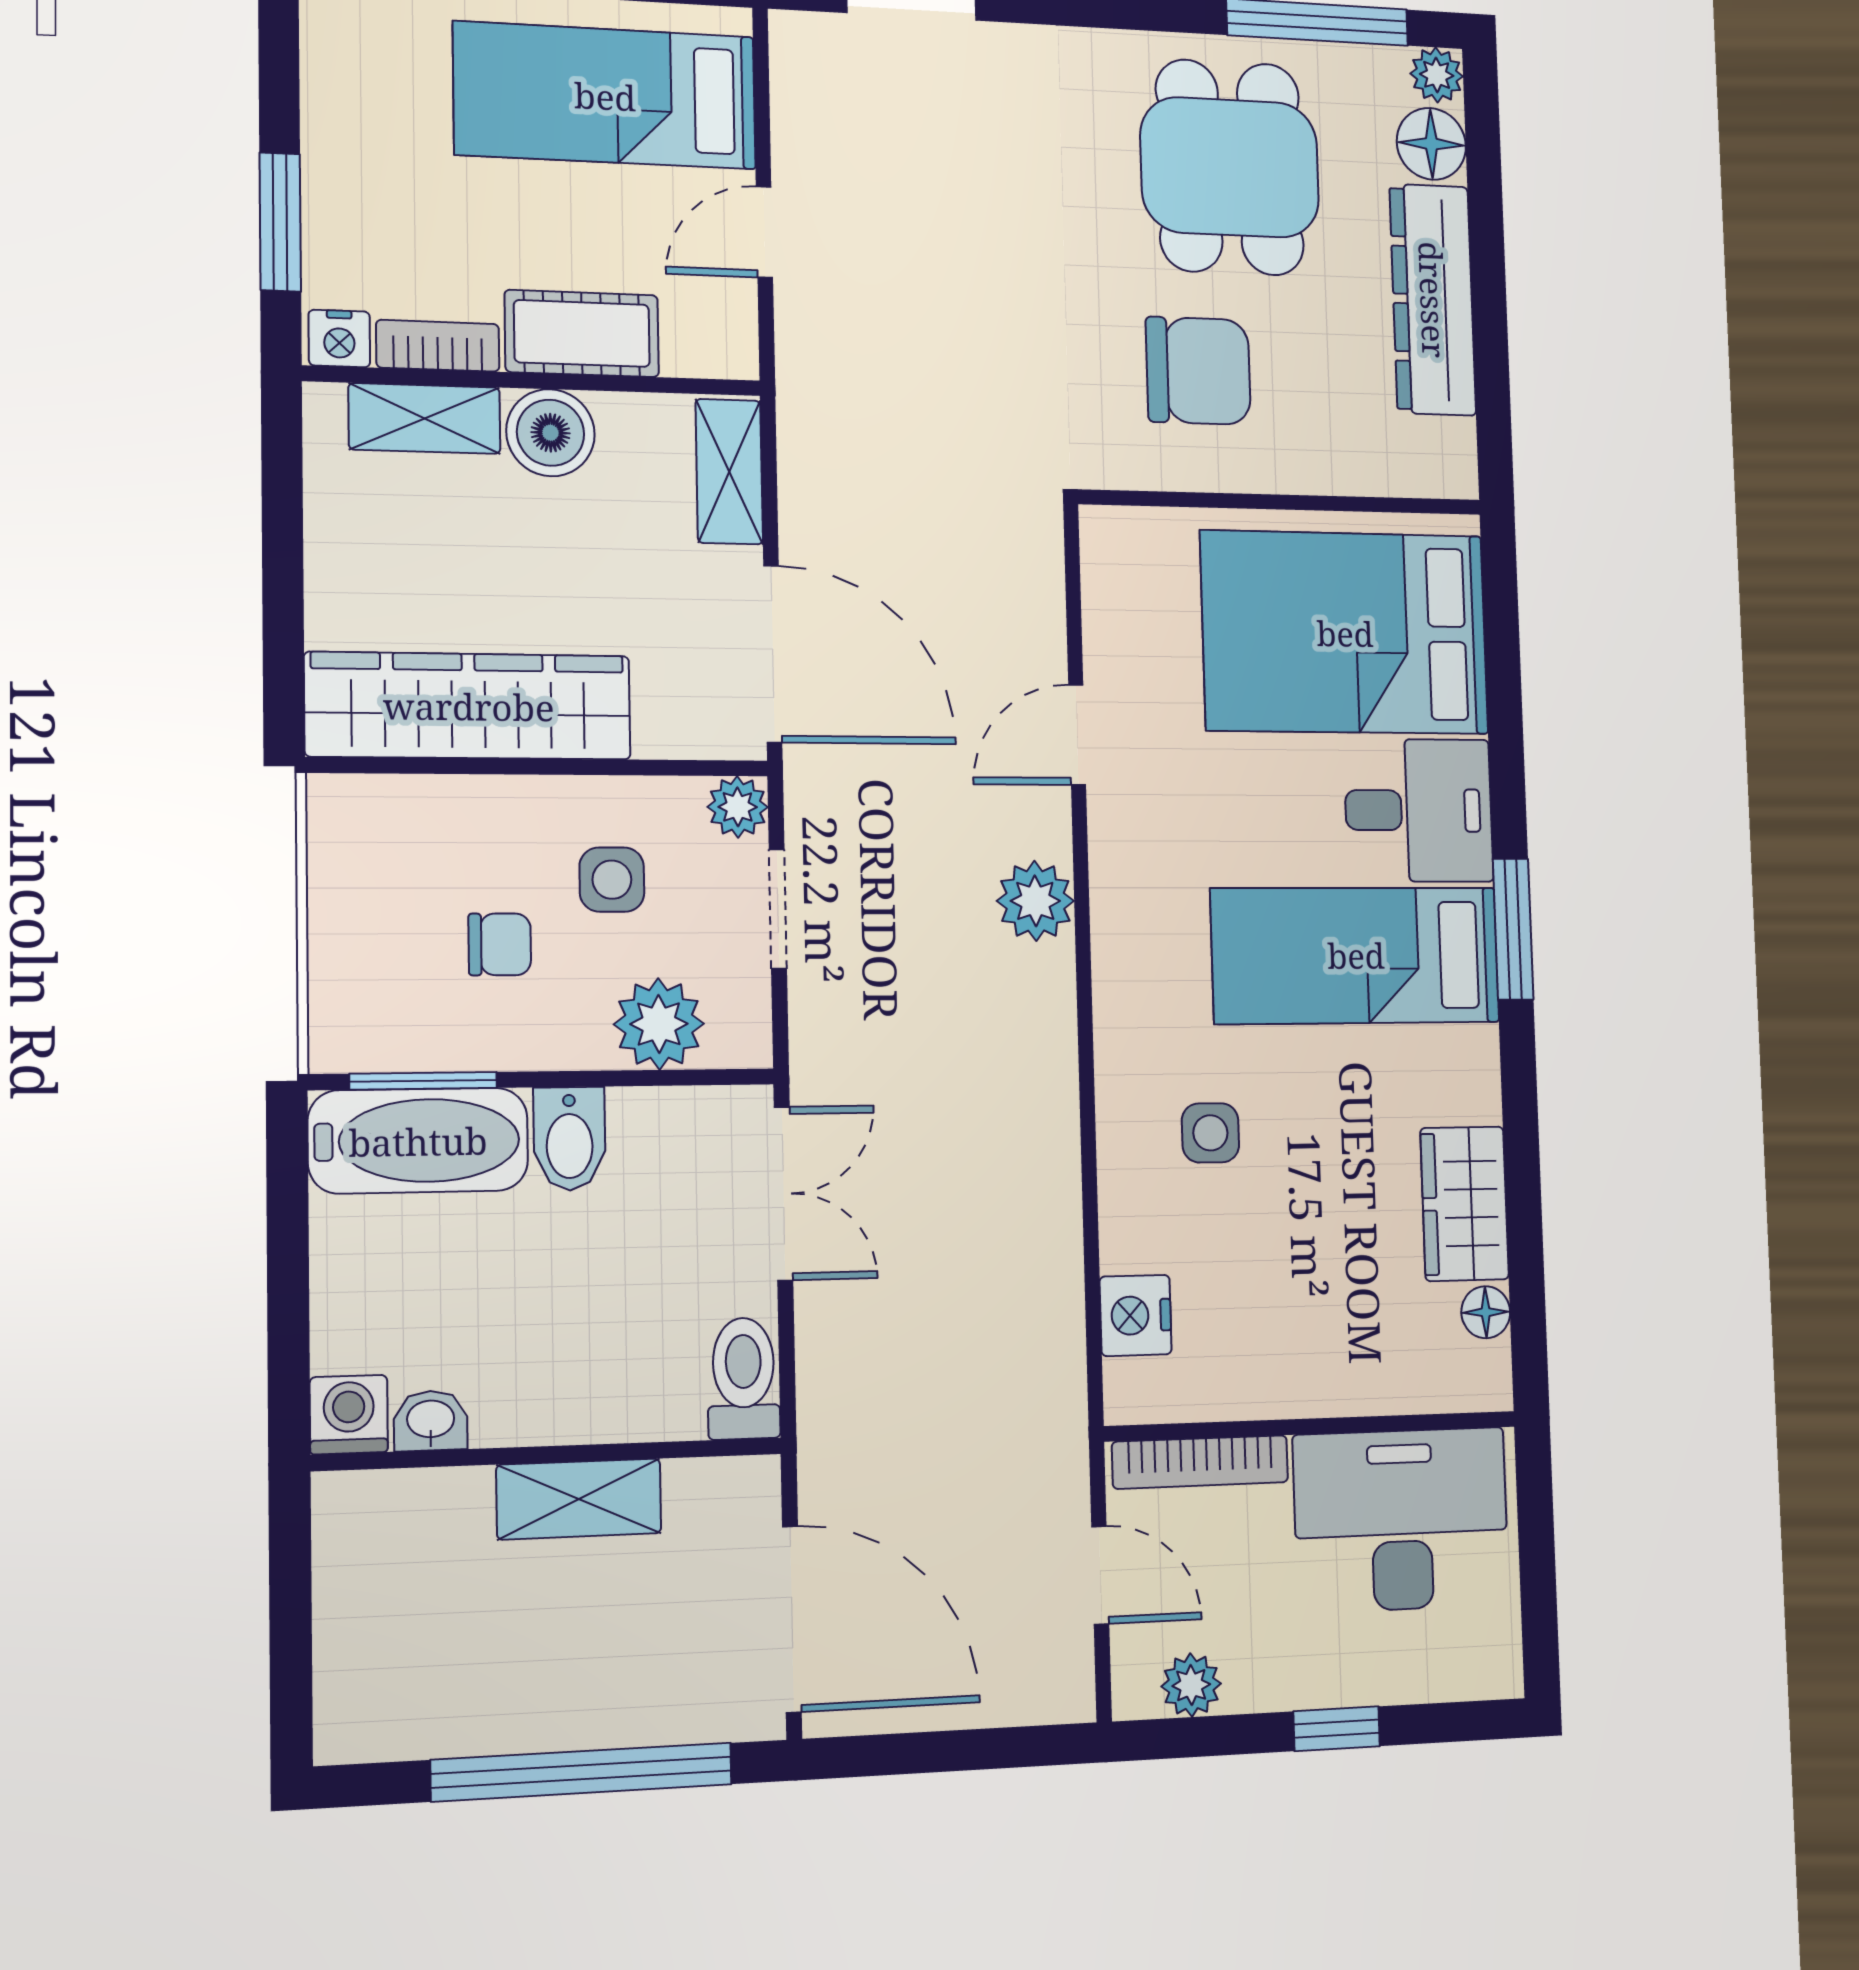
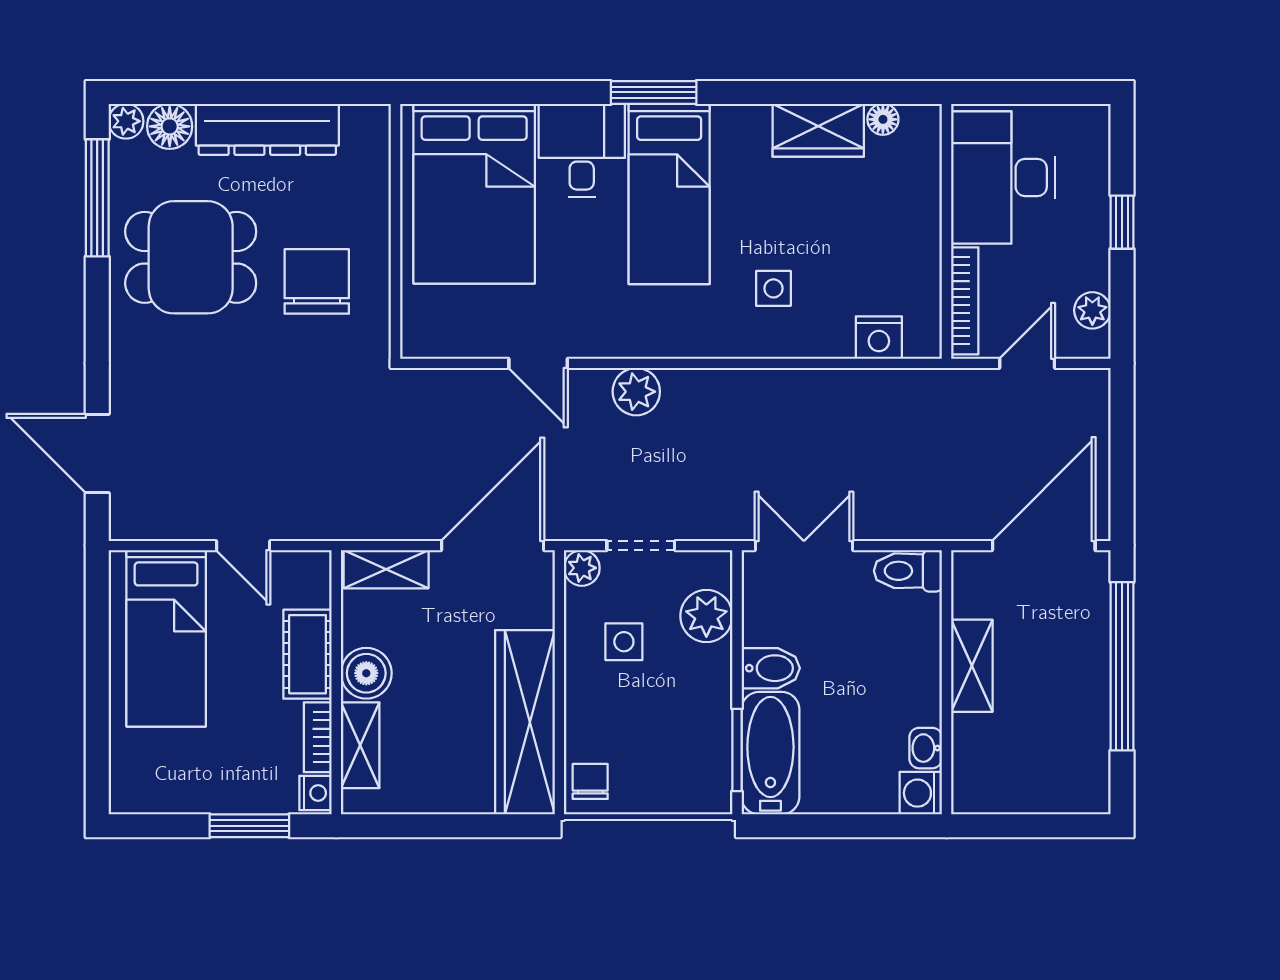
chair: (500, 944) -> (590, 781), moved

